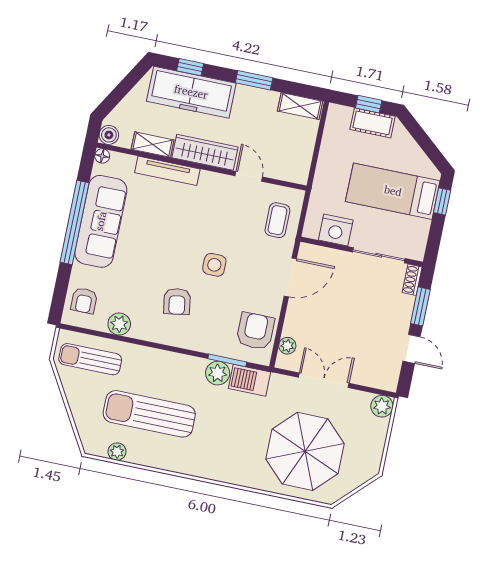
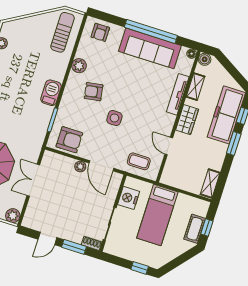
window: (254, 80) -> (234, 143), moved
wardrobe: (205, 152) -> (187, 120), width x0.67
door: (249, 176) -> (169, 146), swing flipped
bed: (393, 191) -> (157, 215), moved, turned 180
armchair: (84, 301) -> (100, 32), turned -90
plant: (119, 324) -> (79, 66), moved
plant: (287, 346) -> (80, 166), moved
plant: (218, 373) -> (45, 113), removed
barbecue: (250, 380) -> (51, 93), moved
double door: (324, 380) -> (33, 180), swing flipped
sun lounger: (149, 414) -> (24, 66), removed

